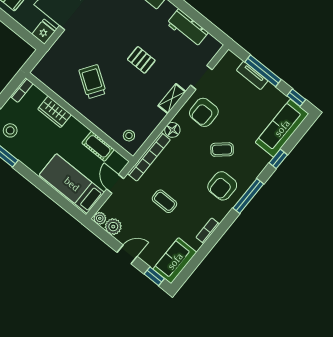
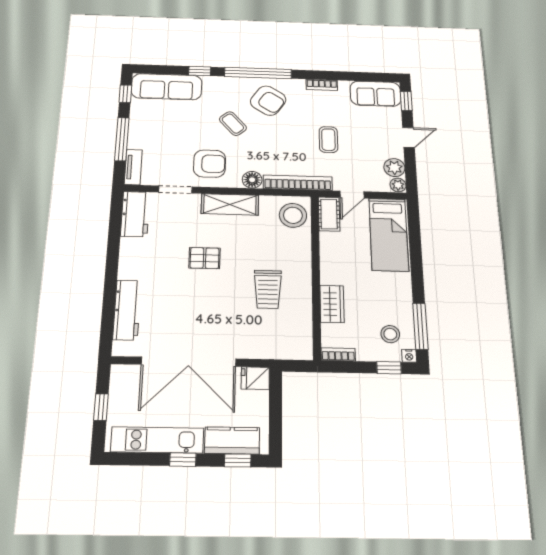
workbench: (187, 28) -> (135, 214), moved
pallet: (141, 60) -> (205, 258), turned 90
tv unit: (252, 75) -> (133, 167), moved
trolley: (93, 82) -> (268, 289), turned -34
shelving: (172, 99) -> (230, 204), width x1.50, depth x1.33
stool: (129, 136) -> (293, 215), width x1.89, depth x1.89
cot: (98, 146) -> (329, 214), moved
armchair: (222, 186) -> (268, 101), turned 33
window: (248, 196) -> (258, 73), width x1.46
door: (127, 254) -> (409, 137), swing flipped

